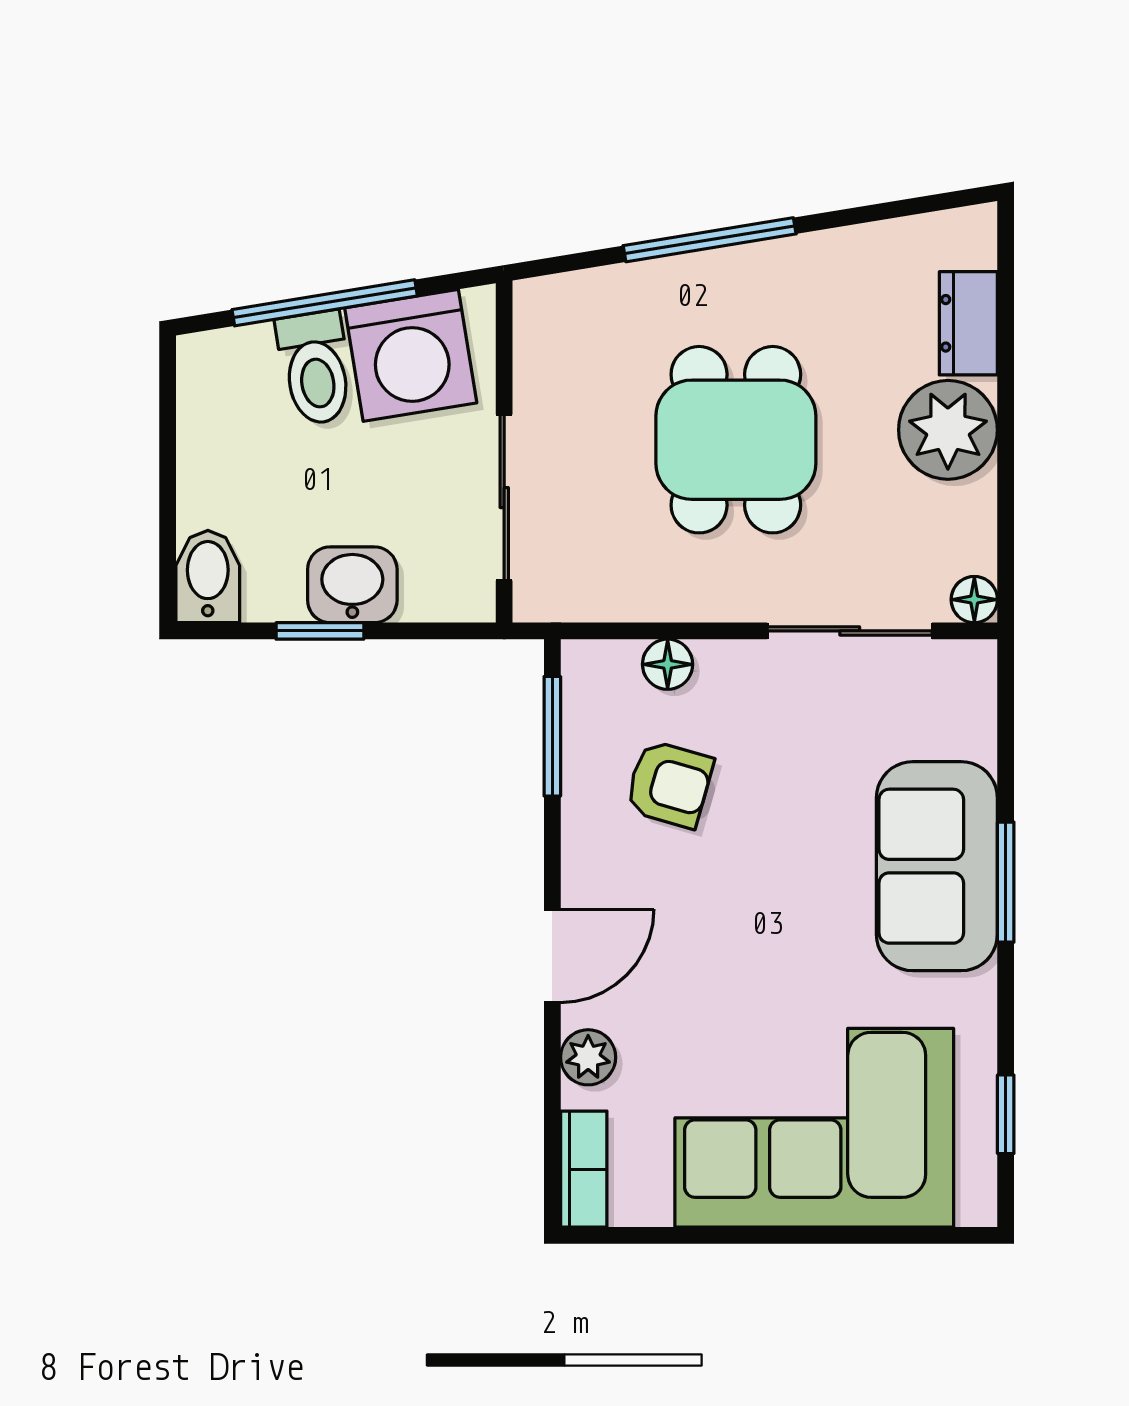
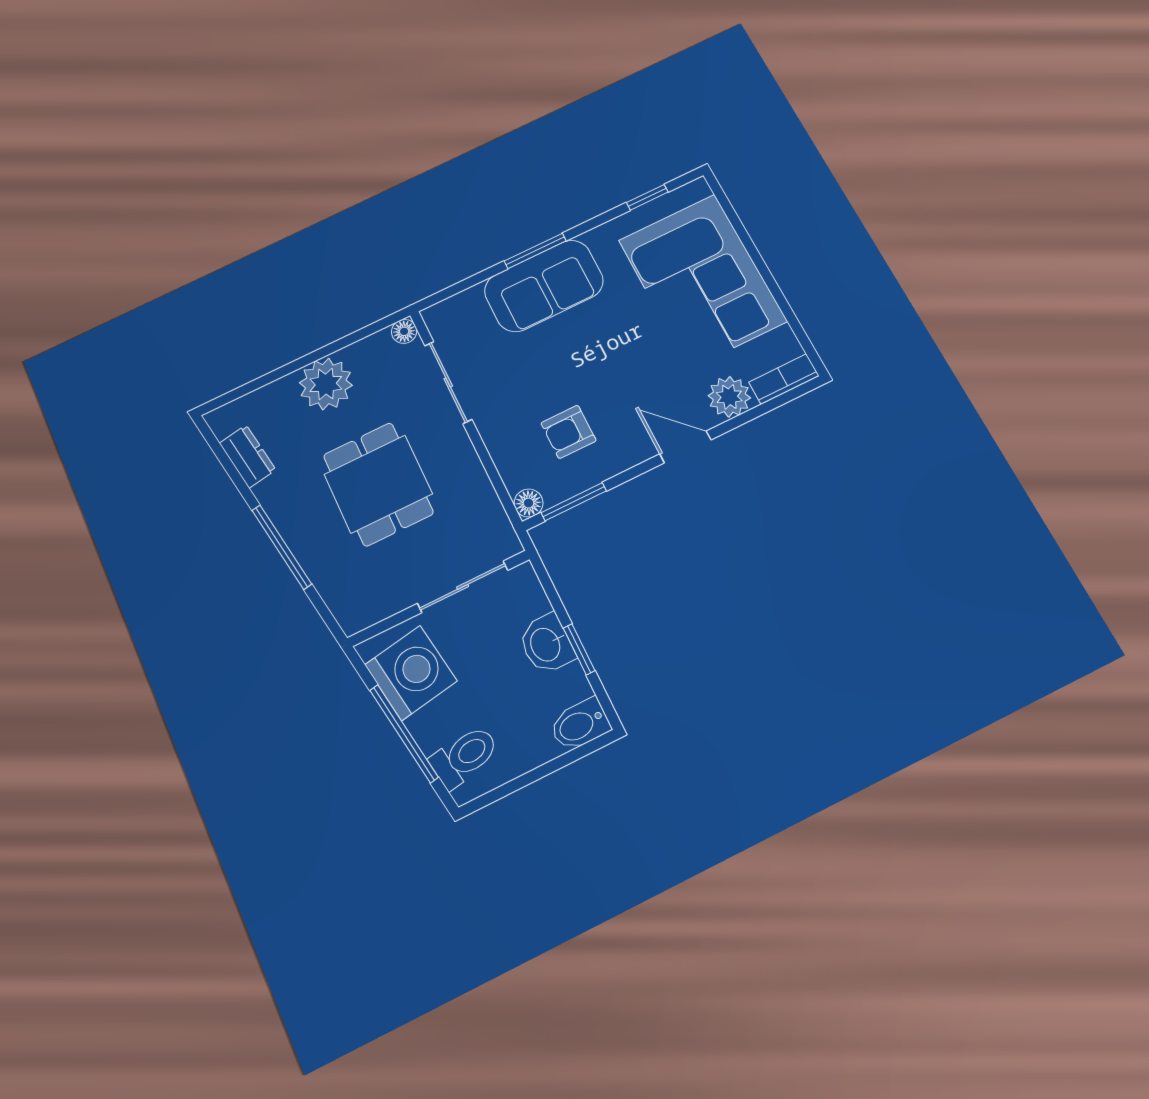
dresser: (968, 323) -> (247, 456), moved, turned -99
toilet: (315, 368) -> (464, 756), moved
dining table: (736, 440) -> (378, 484), turned 90
floor lamp: (668, 664) -> (529, 503), moved
armchair: (669, 784) -> (569, 432), turned -106
plant: (588, 1057) -> (729, 397), width x1.38, depth x1.38

